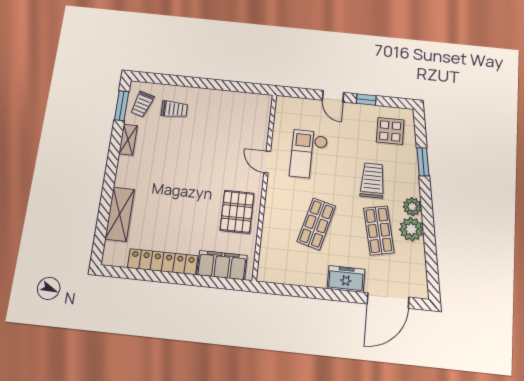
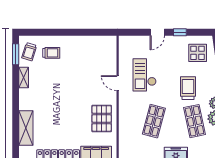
door: (333, 96) -> (157, 32), hinge flipped

